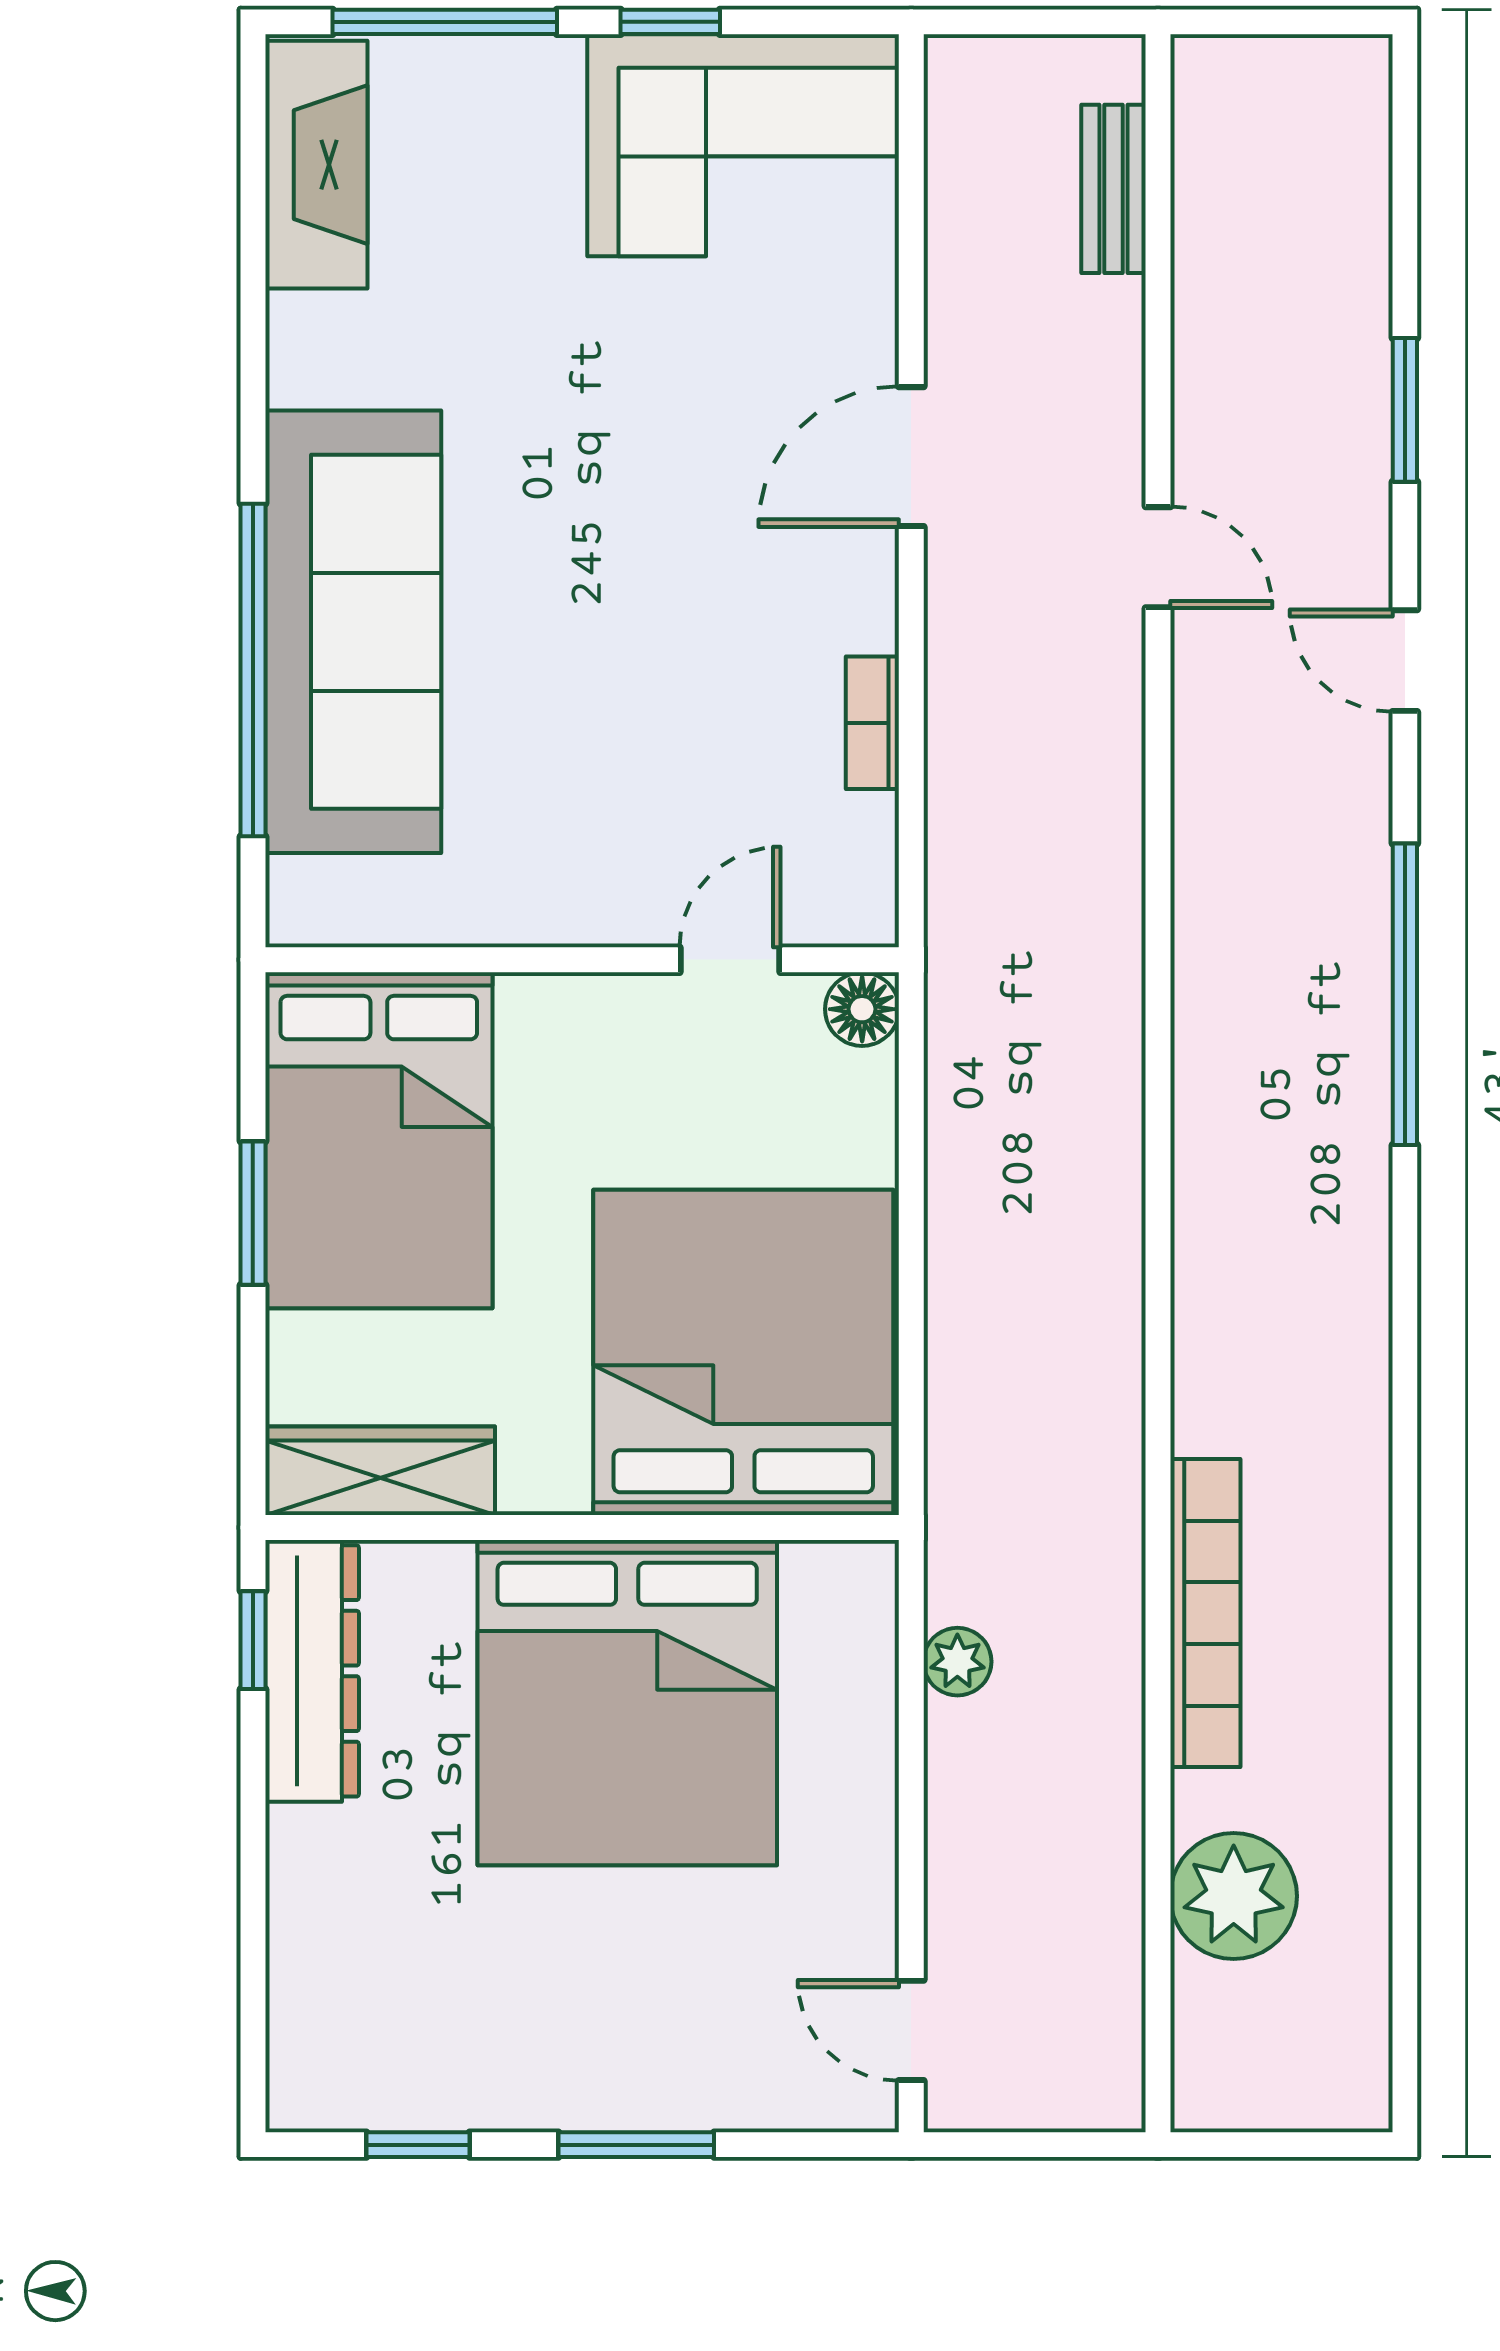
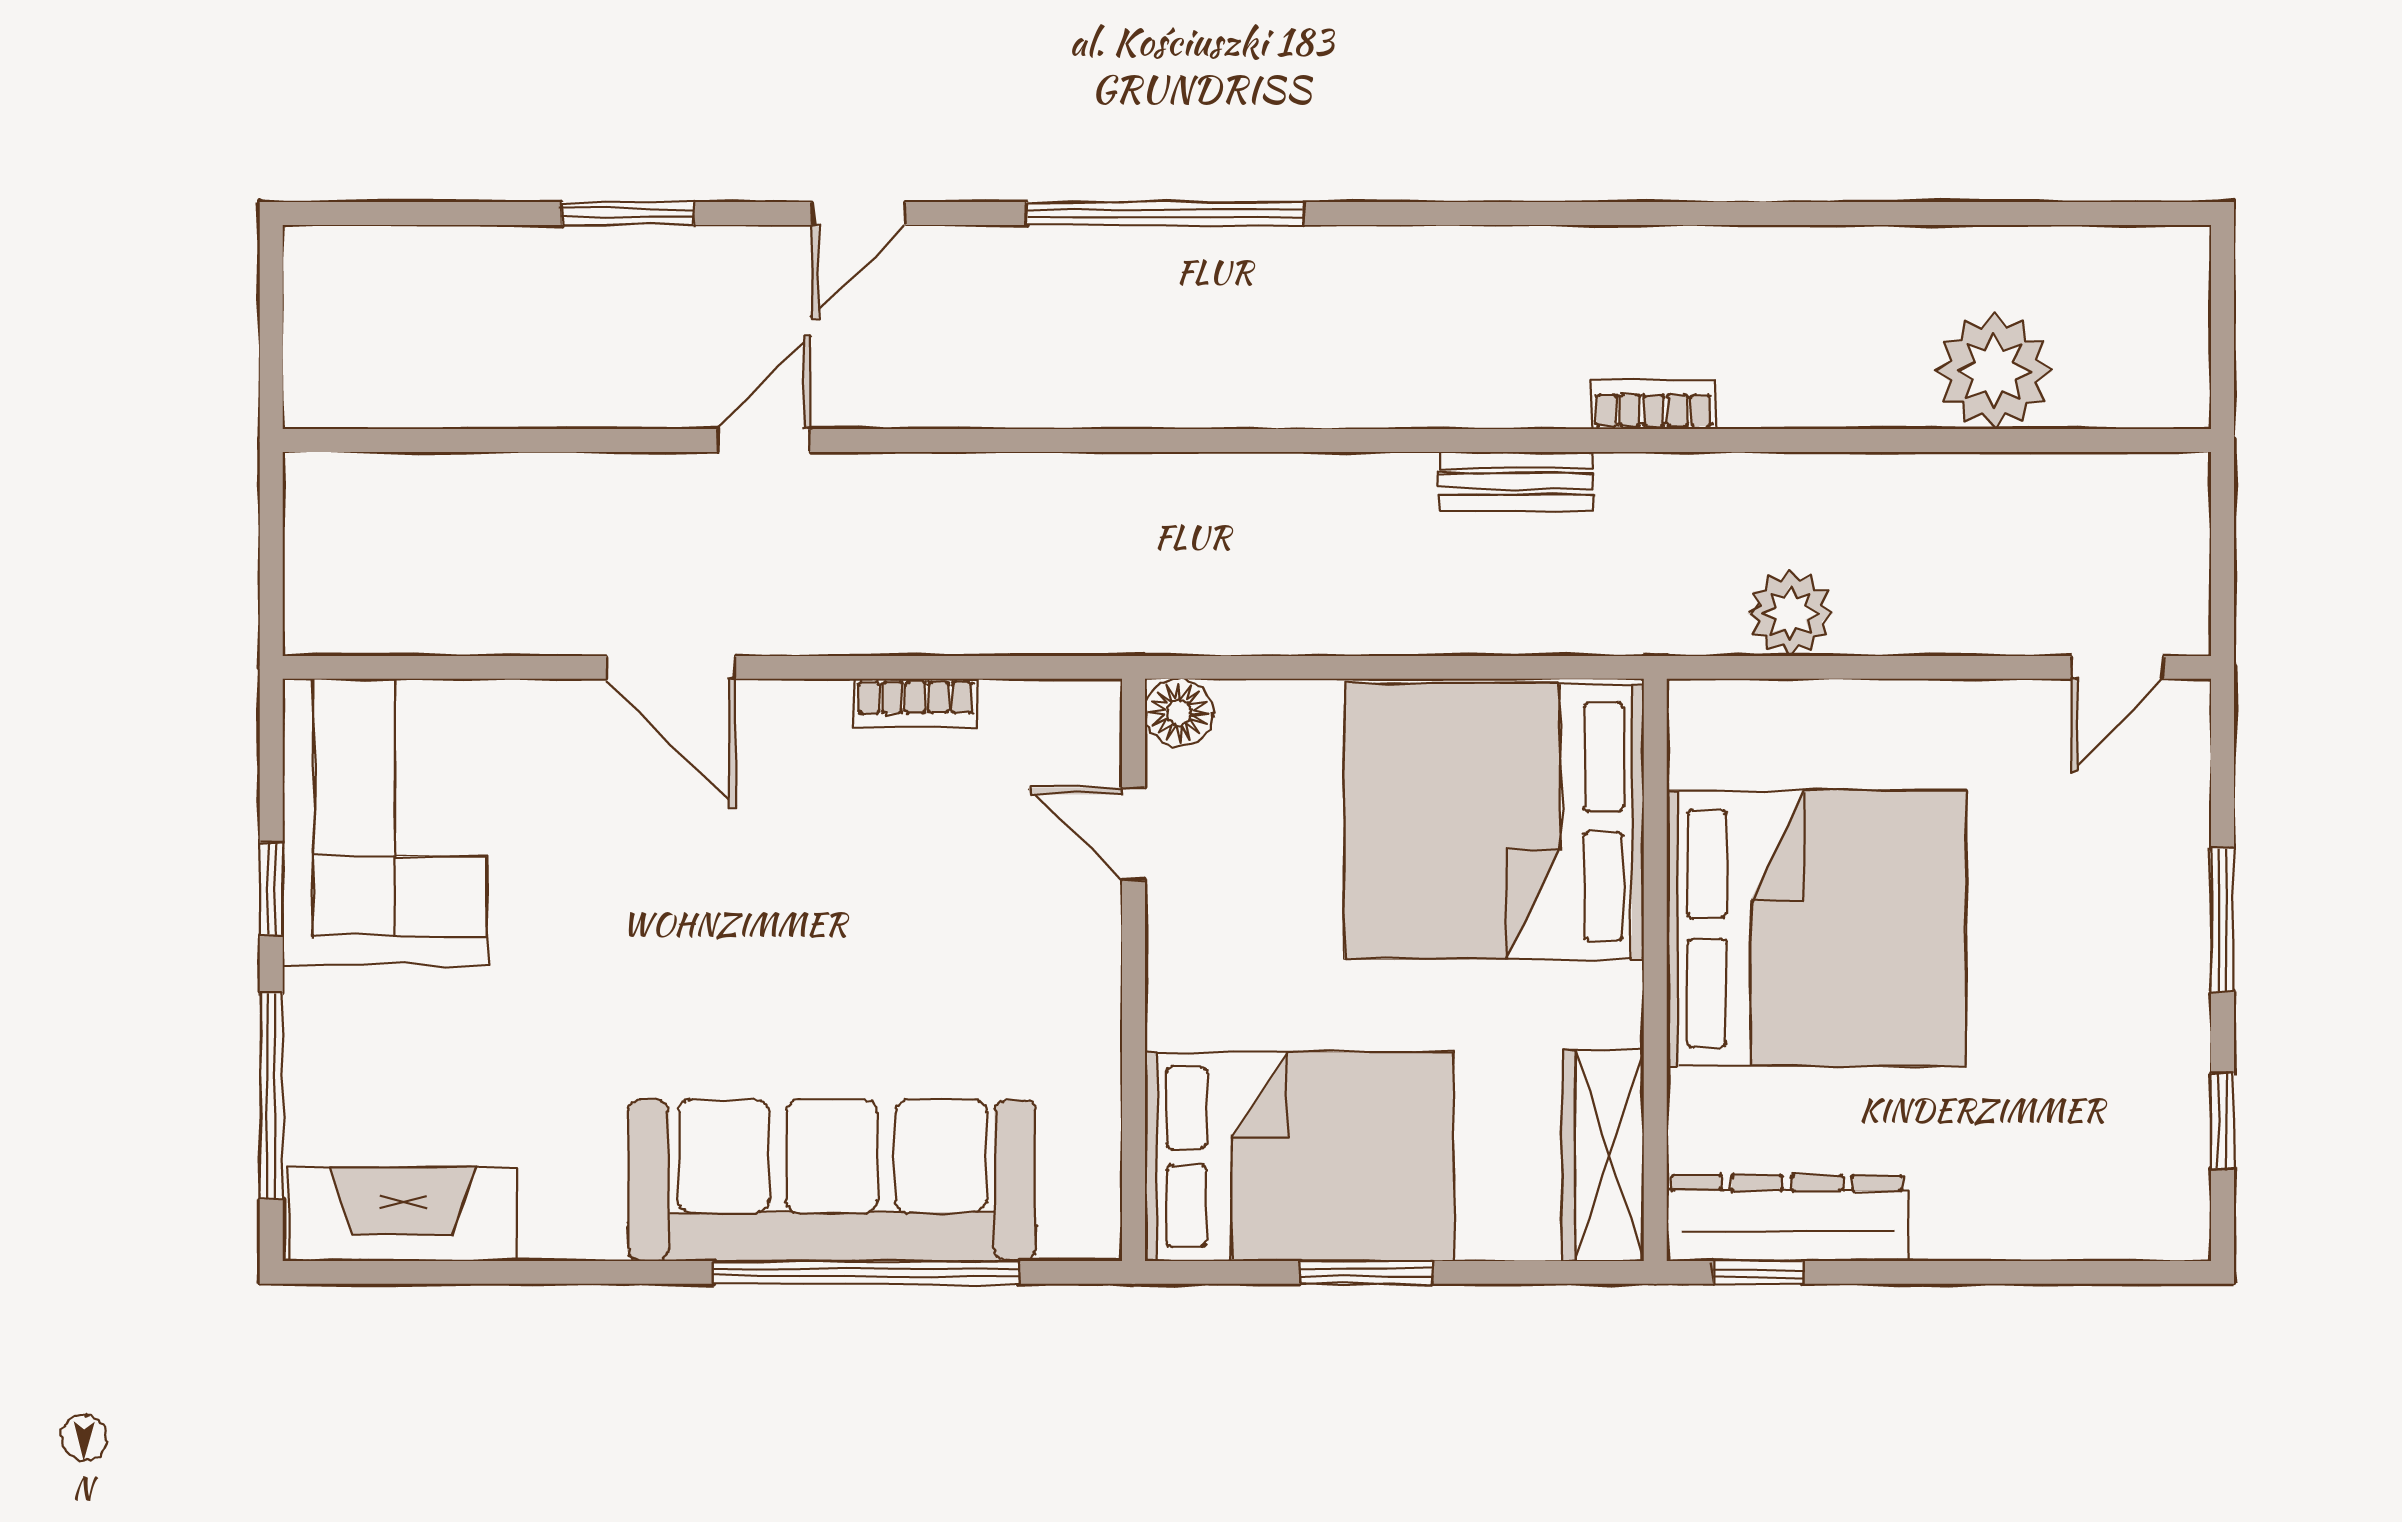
bench: (1114, 189) -> (1516, 481), moved
bookcase: (1205, 1613) -> (1653, 405), width x0.43, depth x0.76
plant: (957, 1662) -> (1790, 613), width x1.38, depth x1.38

